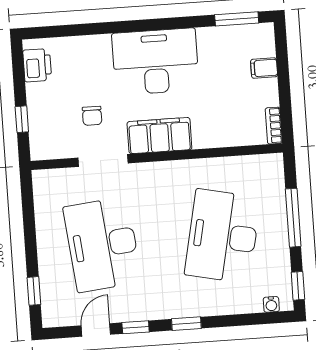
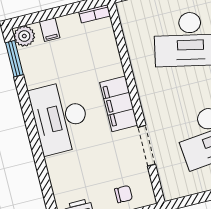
plant: (262, 36) -> (24, 36), added
chair: (92, 116) -> (123, 194), moved

